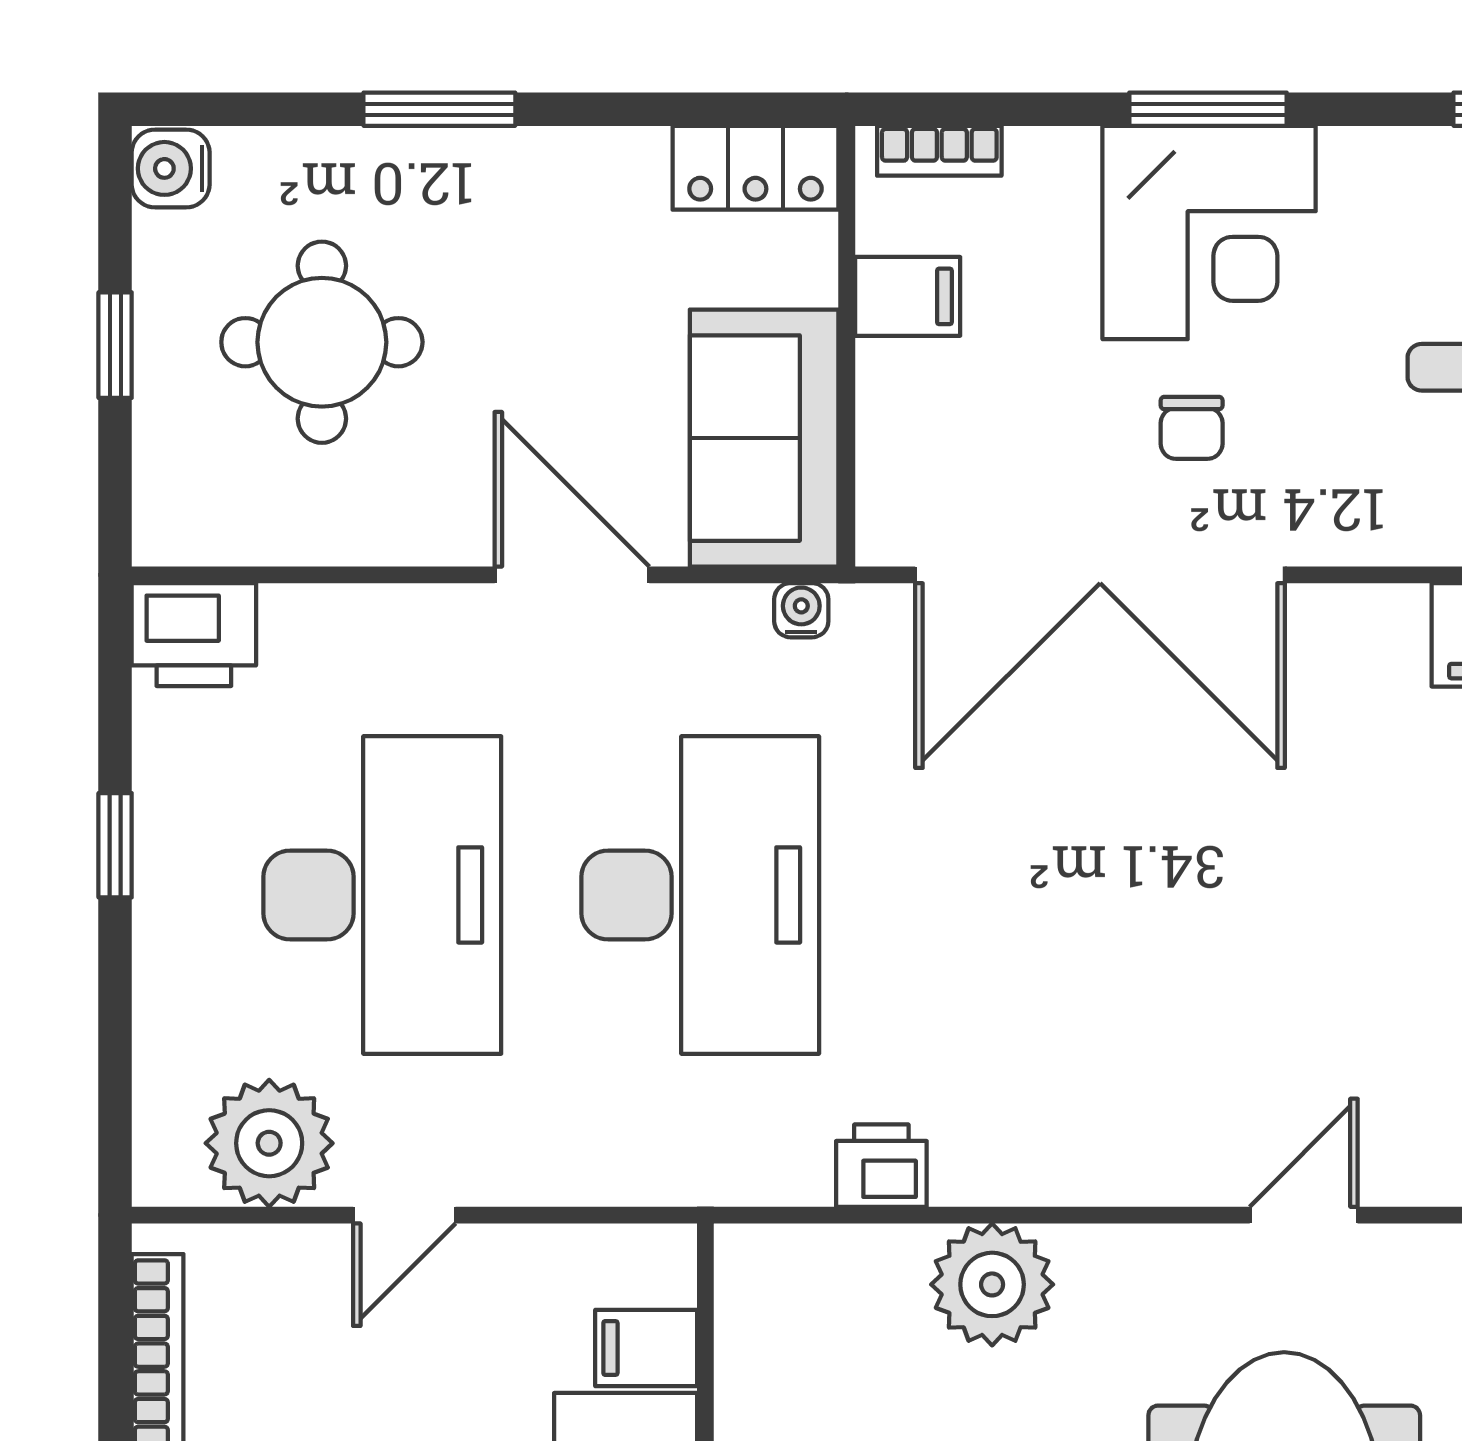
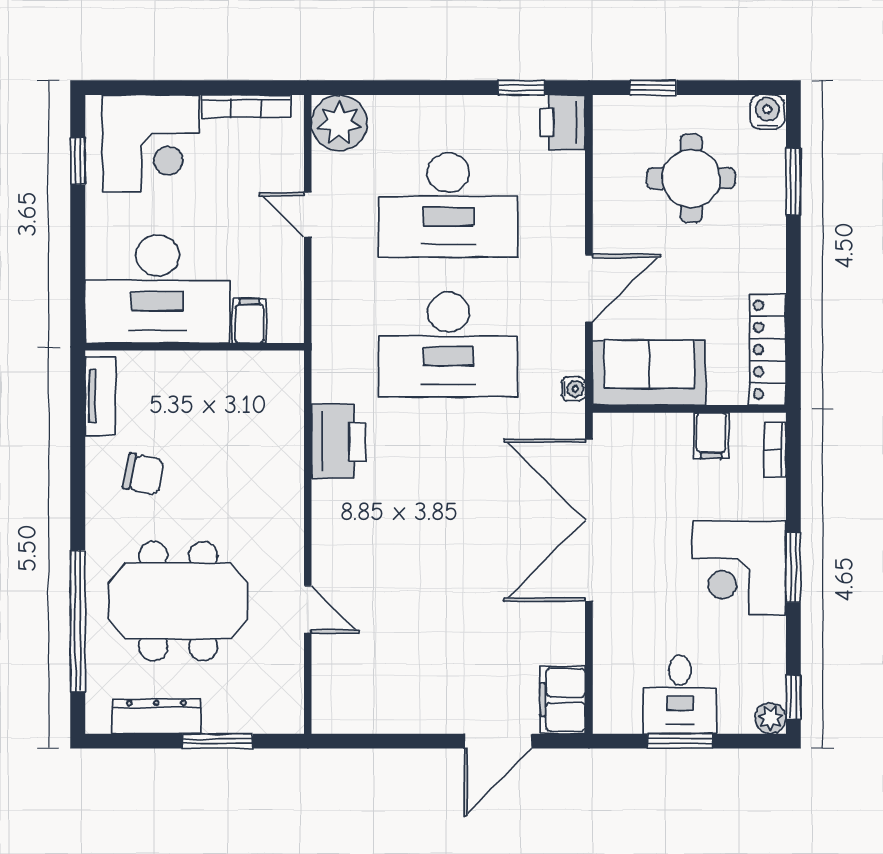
window: (439, 109) -> (793, 182), moved
locker: (755, 168) -> (768, 350), width x1.53
window: (115, 345) -> (653, 88), moved
chair: (1192, 428) -> (653, 560), removed
window: (115, 845) -> (522, 88), moved
plant: (269, 1143) -> (339, 123), moved
printer: (881, 1166) -> (338, 441), width x1.87, depth x1.48
plant: (992, 1284) -> (277, 473), removed

